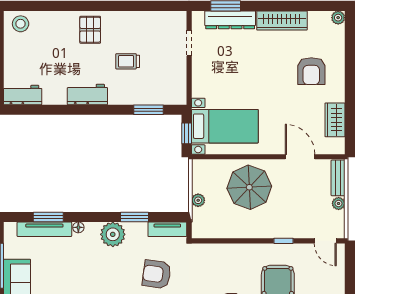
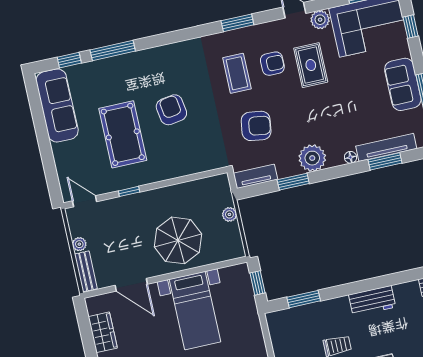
bed with nightstands: (225, 126) -> (195, 311), moved, turned -90

